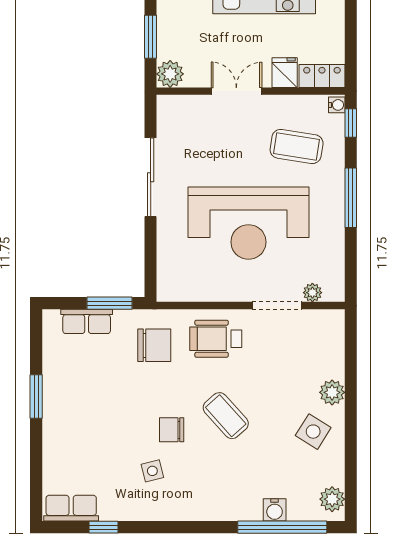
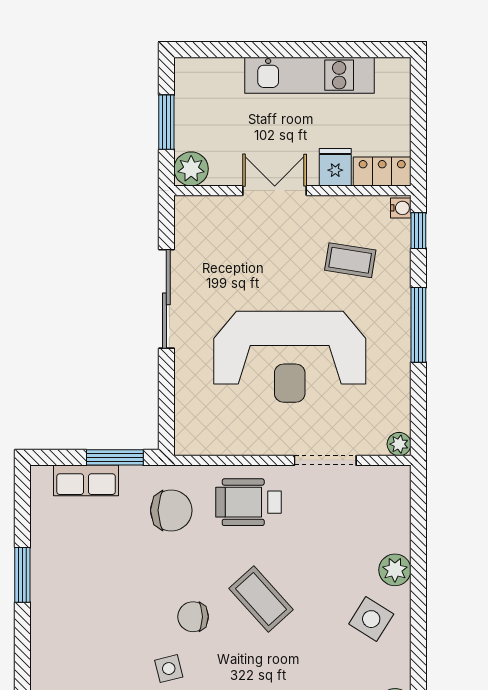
coffee table: (297, 146) -> (350, 260), width x0.73, depth x0.77
plant: (312, 293) -> (399, 444), moved

